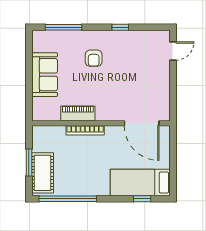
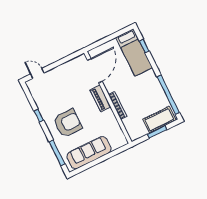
armchair: (94, 58) -> (68, 123), width x1.88, depth x1.88
sofa: (45, 75) -> (89, 153), width x1.36
piano: (78, 113) -> (100, 98), moved

